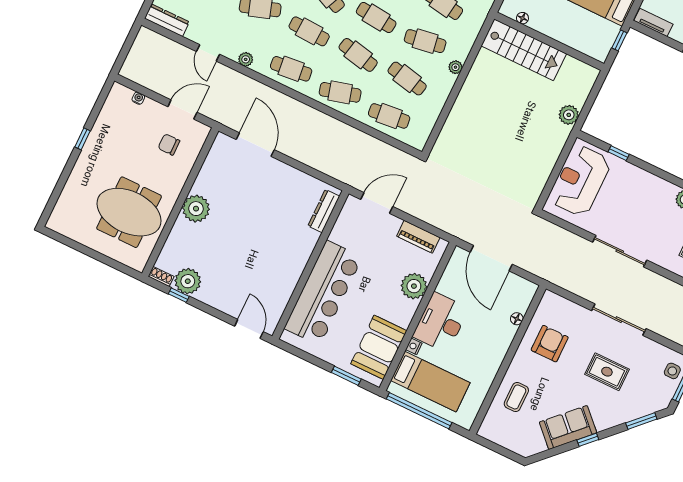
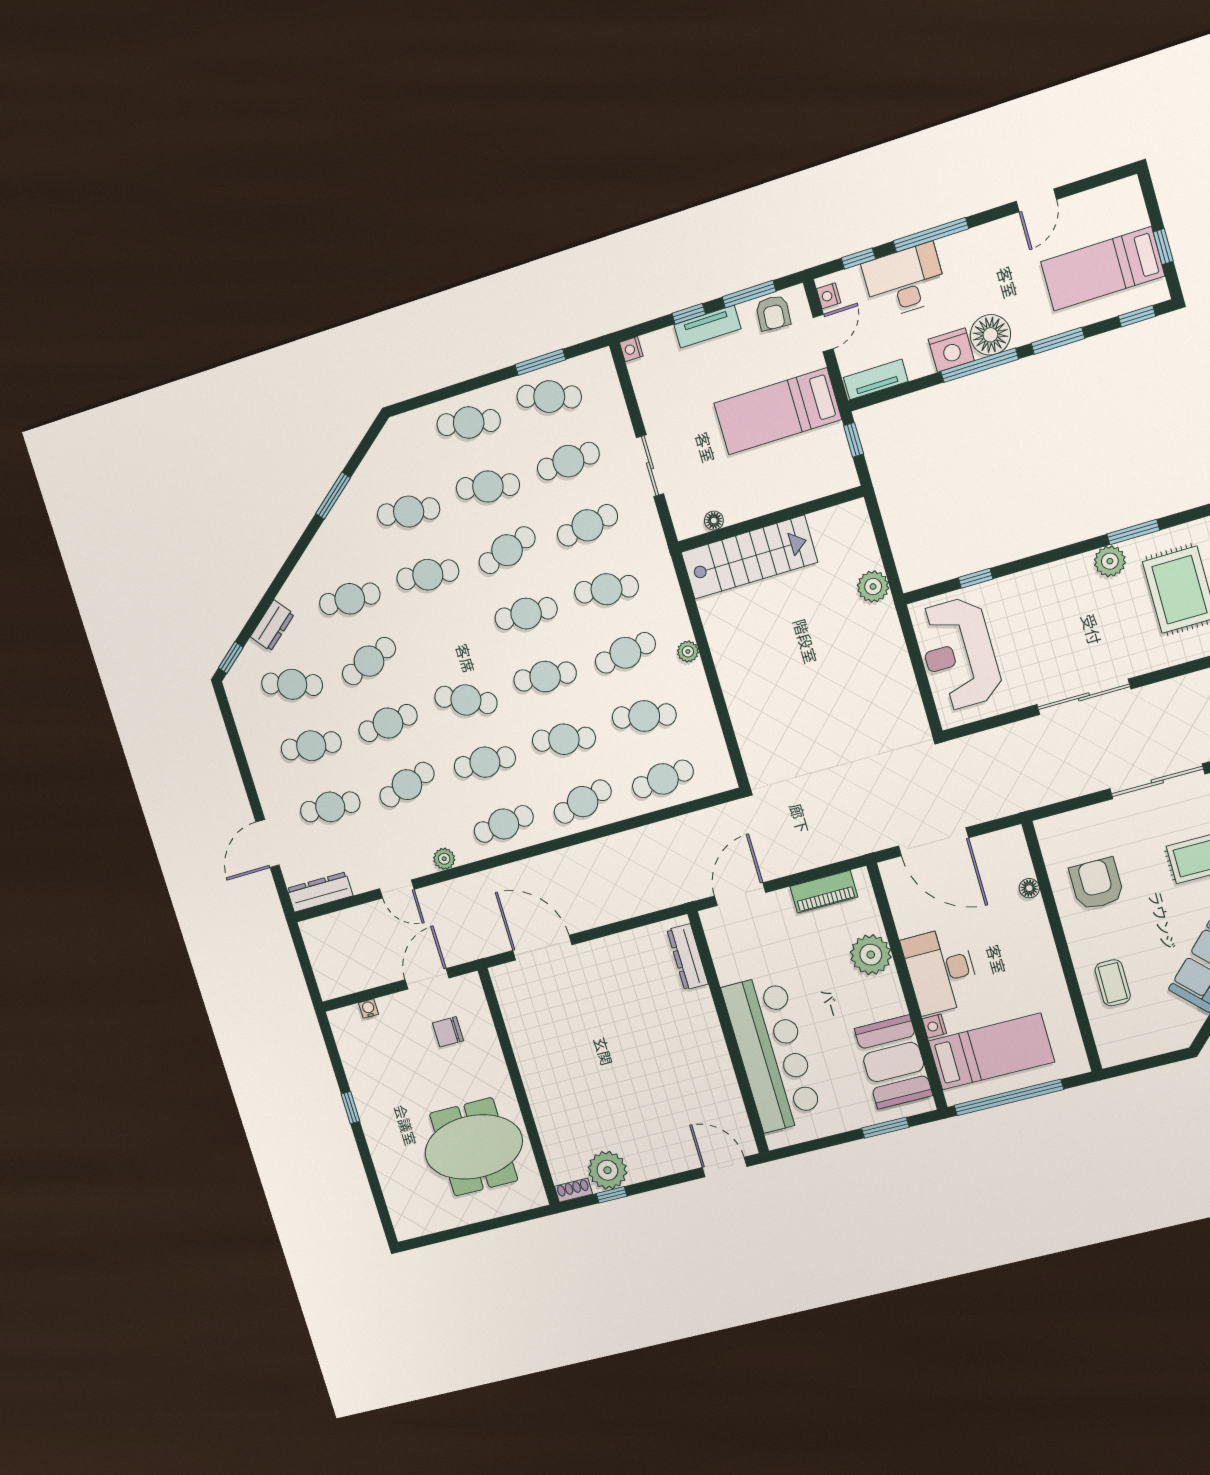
plant: (196, 209) -> (543, 1079), removed

